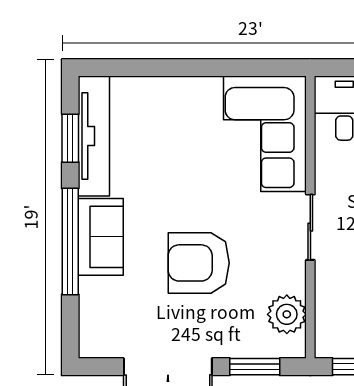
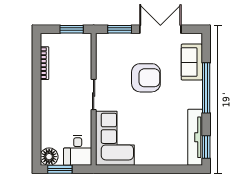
window: (70, 138) -> (206, 147), moved
sofa: (101, 237) -> (192, 62), moved
plant: (287, 314) -> (105, 54), removed

